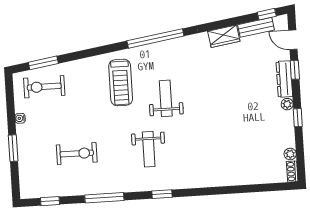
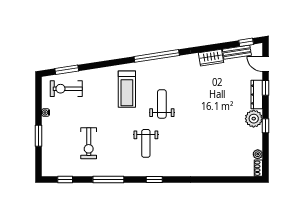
plant: (287, 104) -> (254, 119), width x1.88, depth x1.88
exercise bike: (77, 154) -> (89, 143), turned 90

